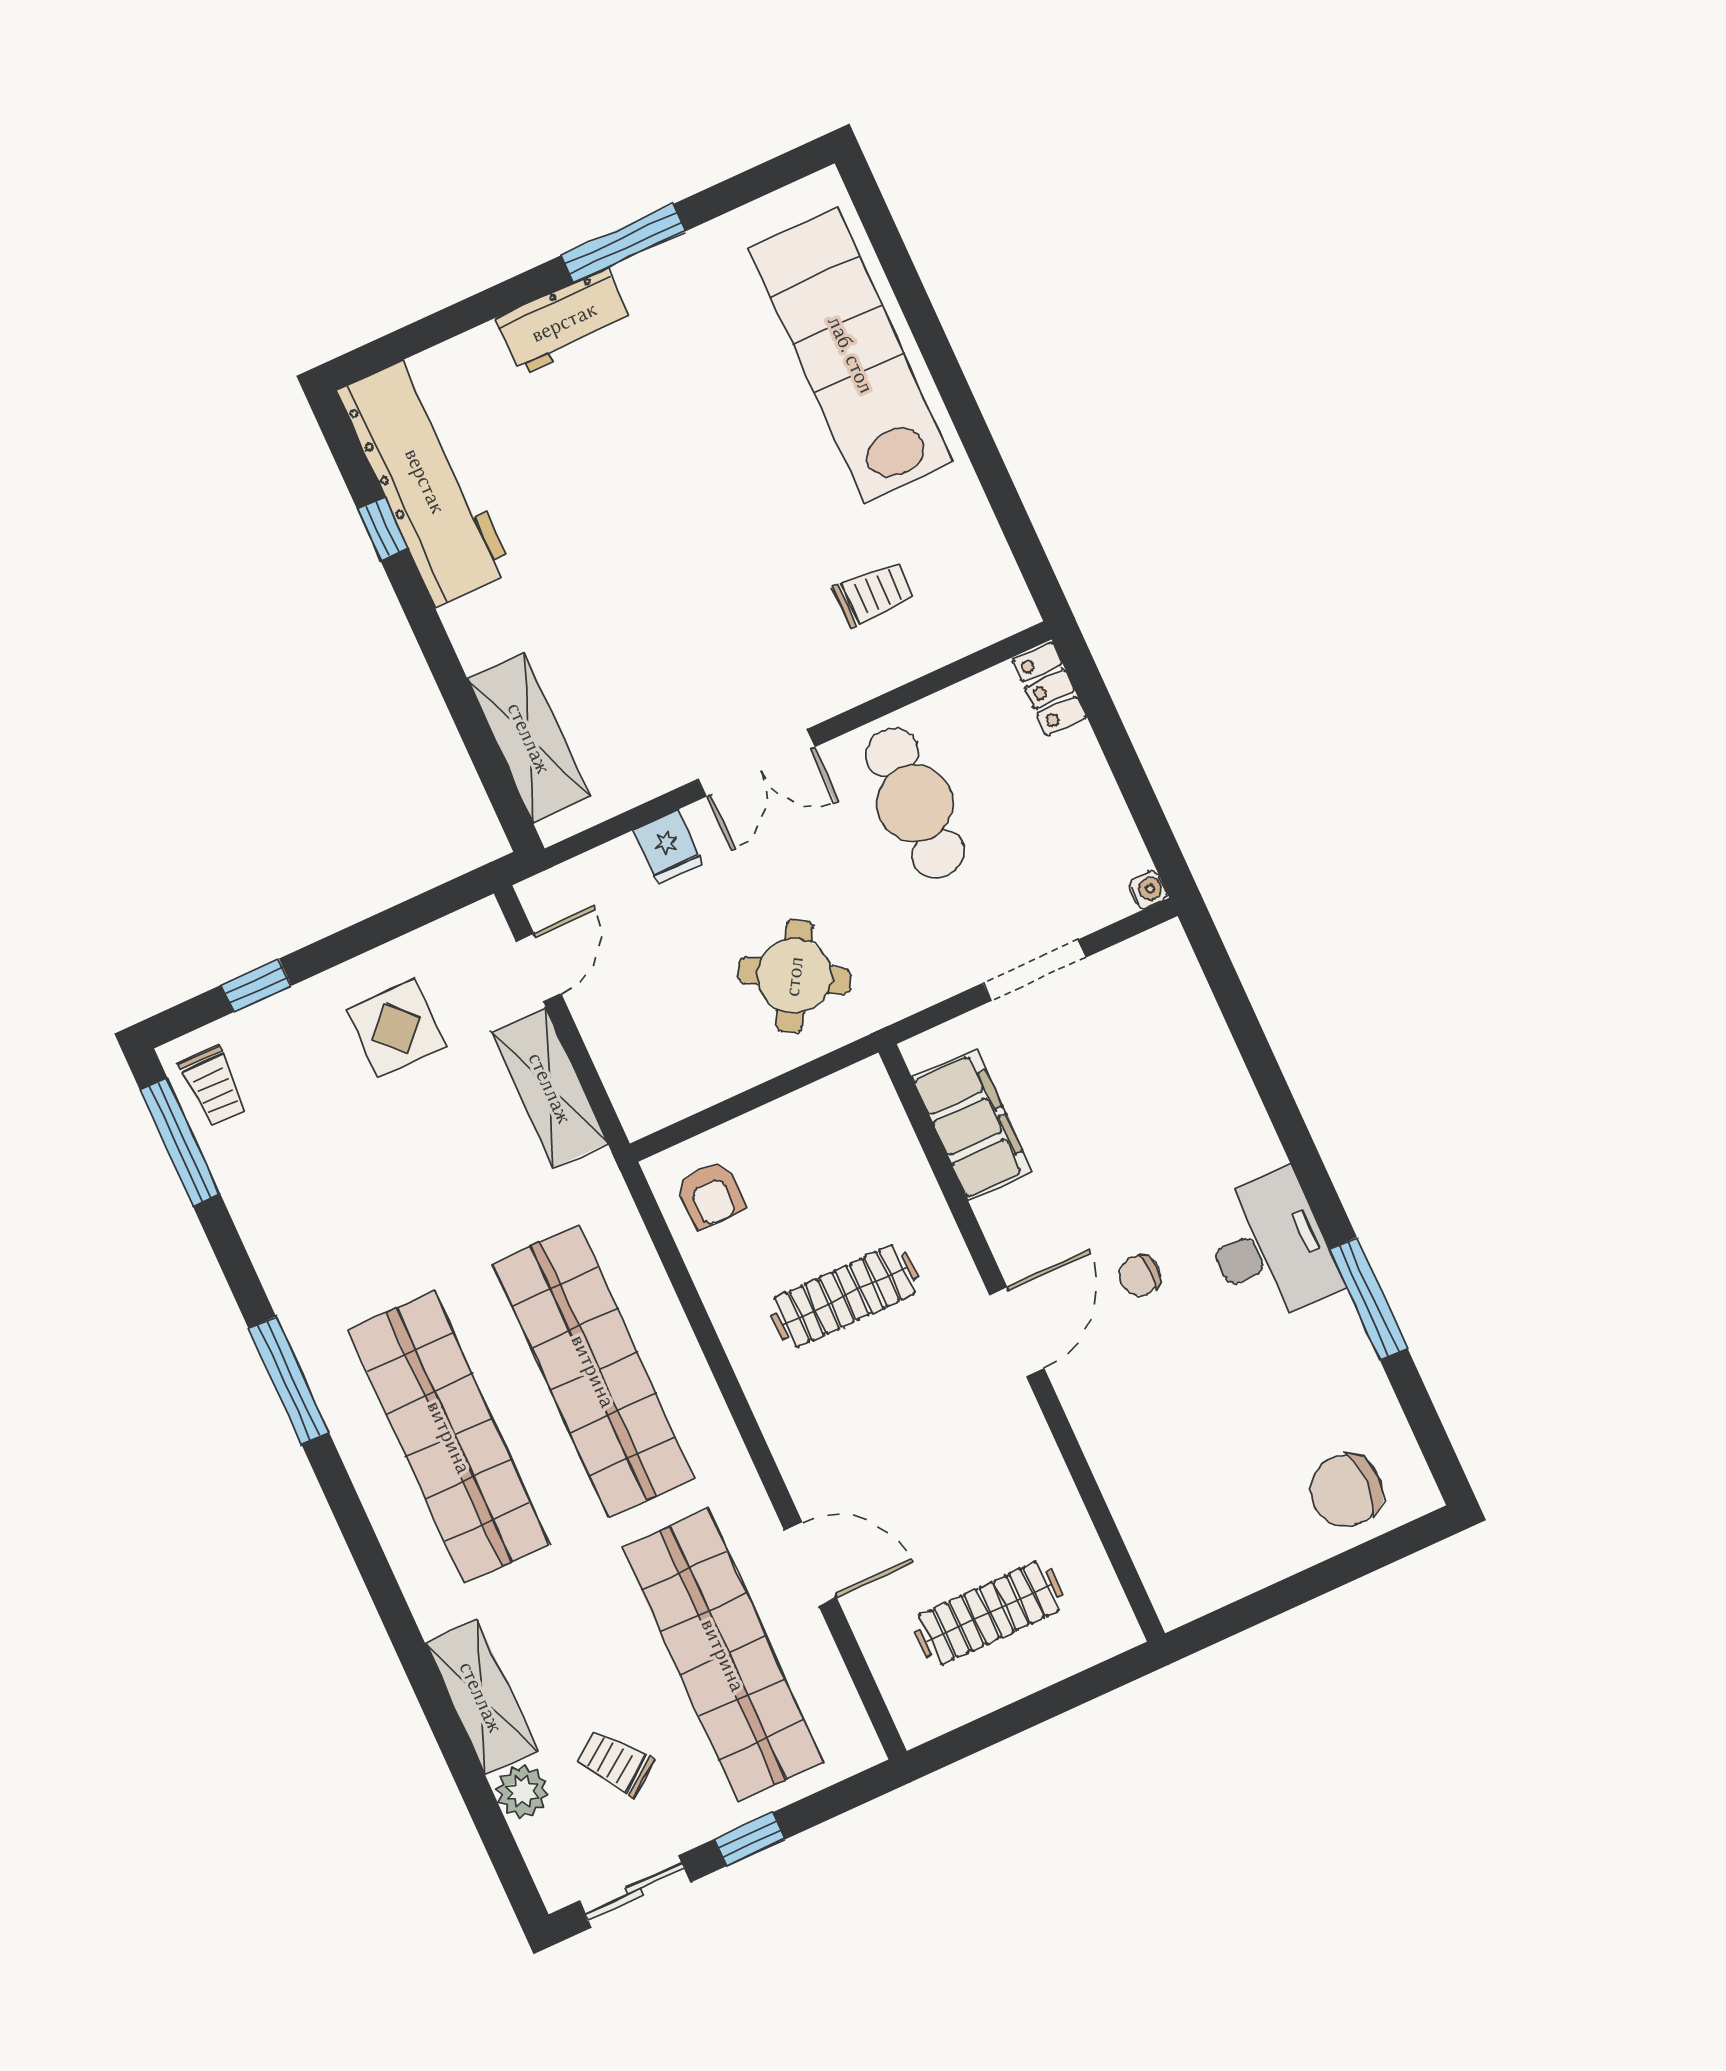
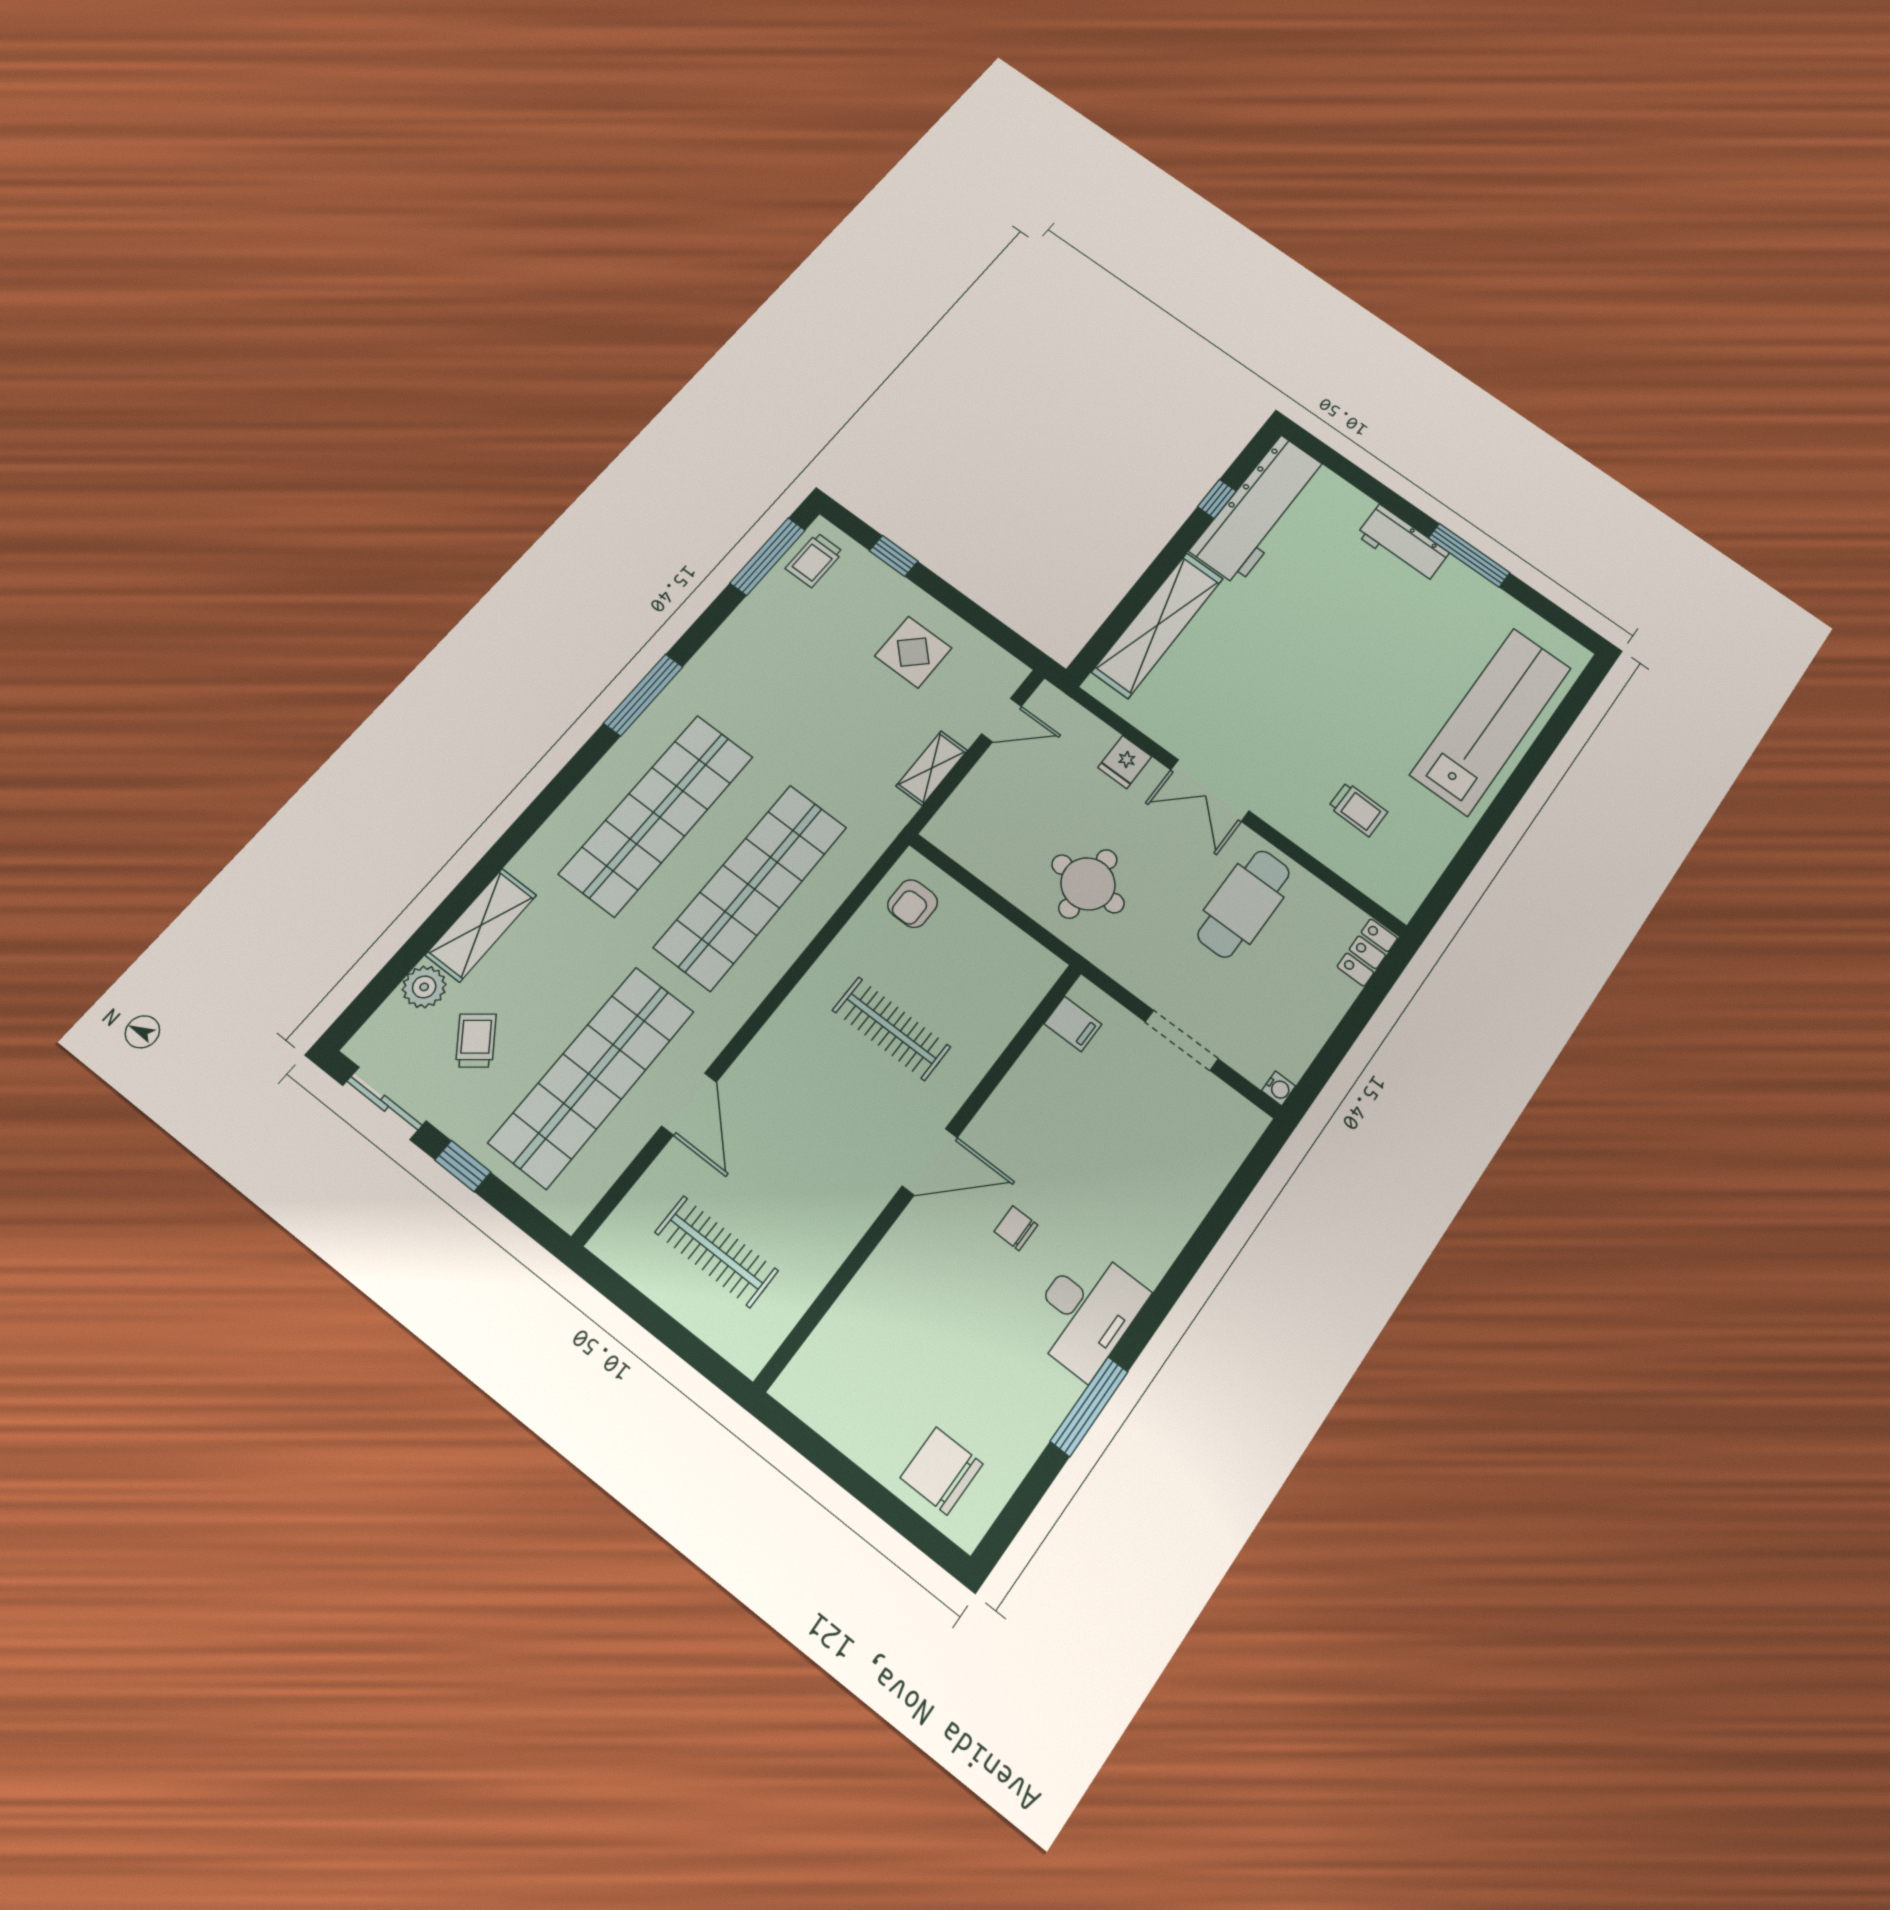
shelving: (529, 738) -> (1158, 625), width x1.47
round table: (794, 976) -> (1088, 884), turned -31
shelving: (550, 1088) -> (932, 768), width x0.67, depth x0.75
filing cabinet: (972, 1125) -> (1073, 1024), width x0.33, depth x0.86

